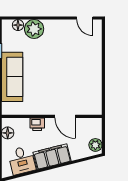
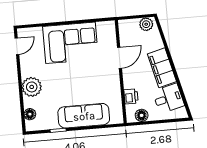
plant: (34, 29) -> (32, 87), moved
corner sofa: (84, 70) -> (70, 43), added
printer: (37, 124) -> (131, 96), moved

